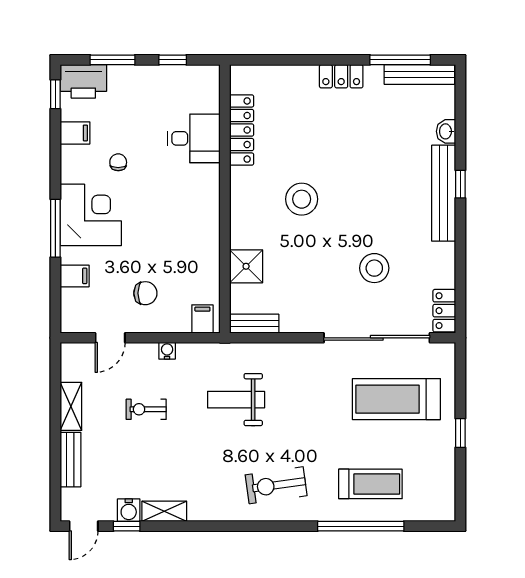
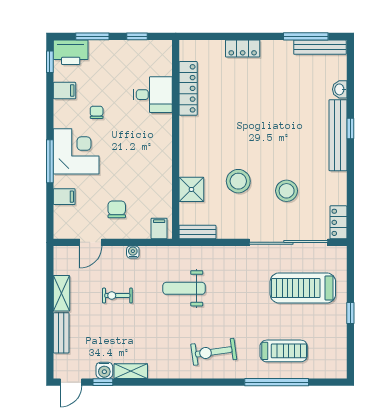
locker: (341, 76) -> (243, 48), moved
stool: (302, 199) -> (238, 181), moved
chair: (145, 293) -> (117, 209), turned -90

